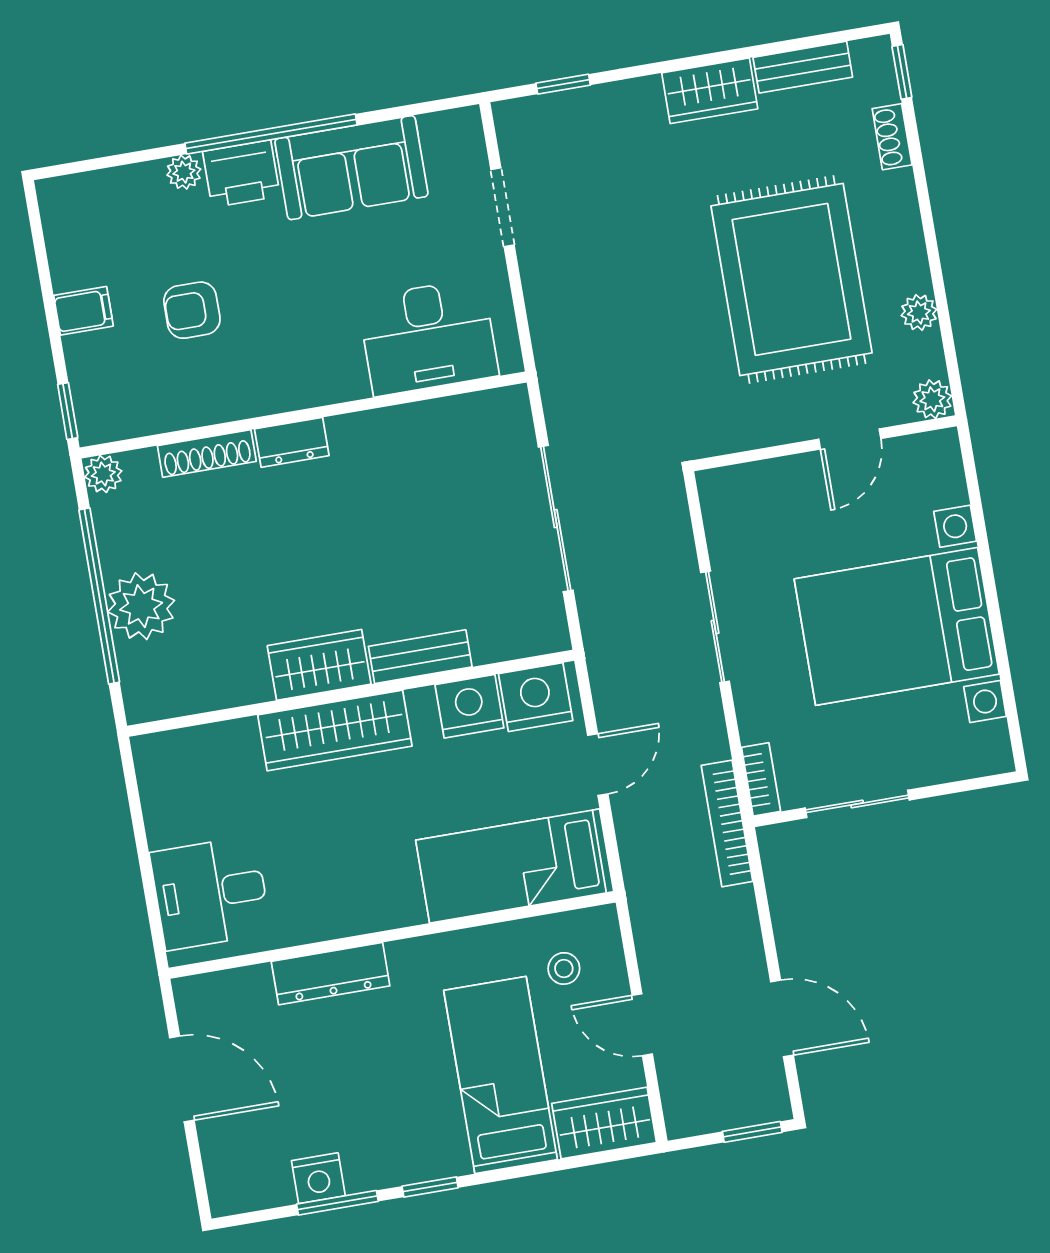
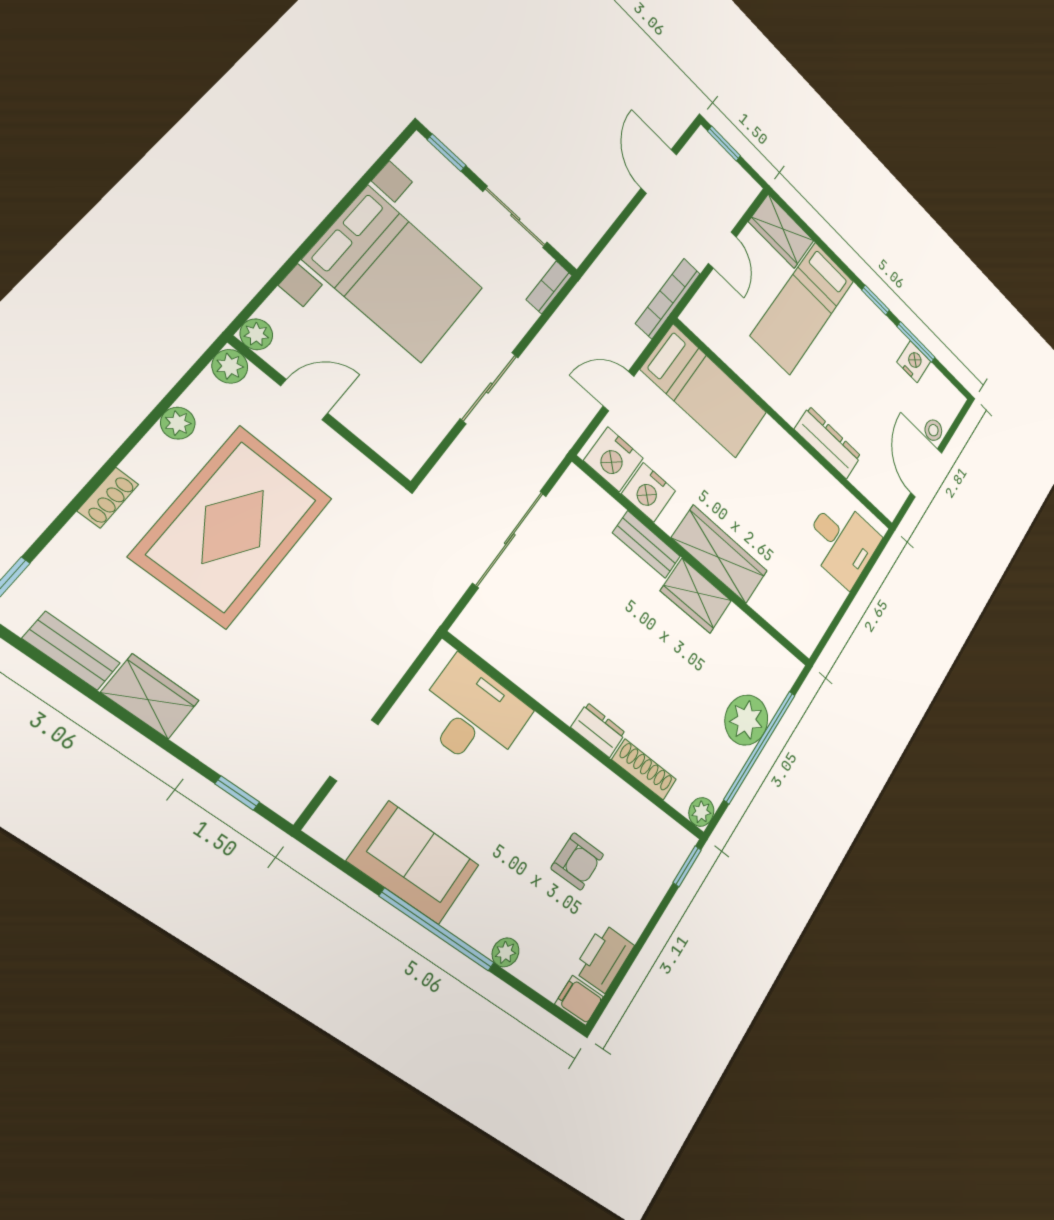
shoe rack: (892, 137) -> (108, 498), moved
printer: (241, 174) -> (604, 958), moved, turned -90
filing cabinet: (83, 311) -> (579, 1000), moved
plant: (942, 447) -> (256, 334), added
window: (972, 784) -> (447, 153), added
bookcase: (727, 823) -> (668, 298), moved, turned 180
stool: (564, 968) -> (933, 430), moved

